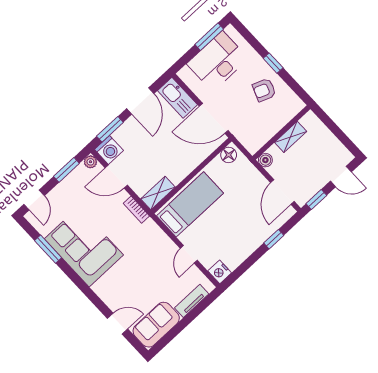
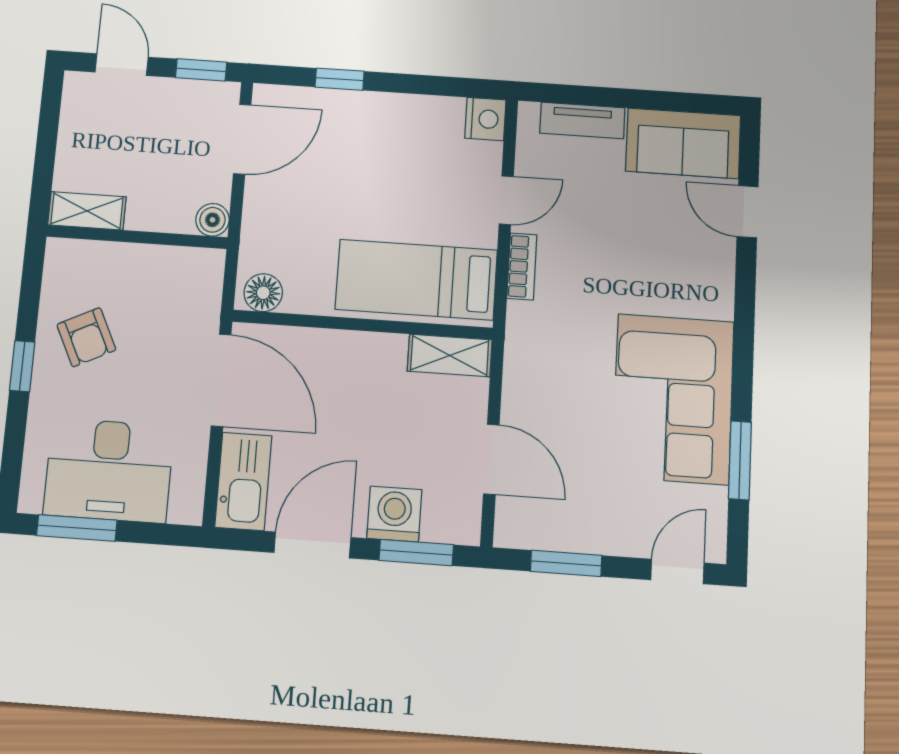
armchair: (264, 90) -> (86, 337), turned 43
shelving: (291, 137) -> (87, 211), moved
washing machine: (109, 150) -> (394, 514), moved
plant: (90, 162) -> (509, 532), removed
bookcase: (136, 210) -> (522, 267), moved

